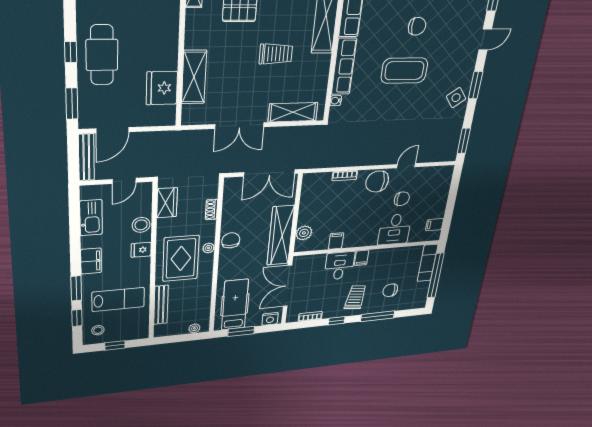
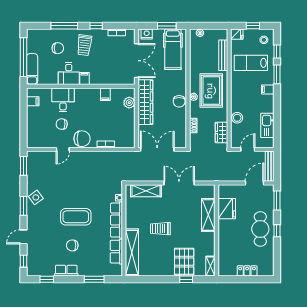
fridge: (141, 250) -> (237, 34), moved
filing cabinet: (91, 261) -> (268, 89), width x0.50
desk: (339, 266) -> (69, 74), moved

